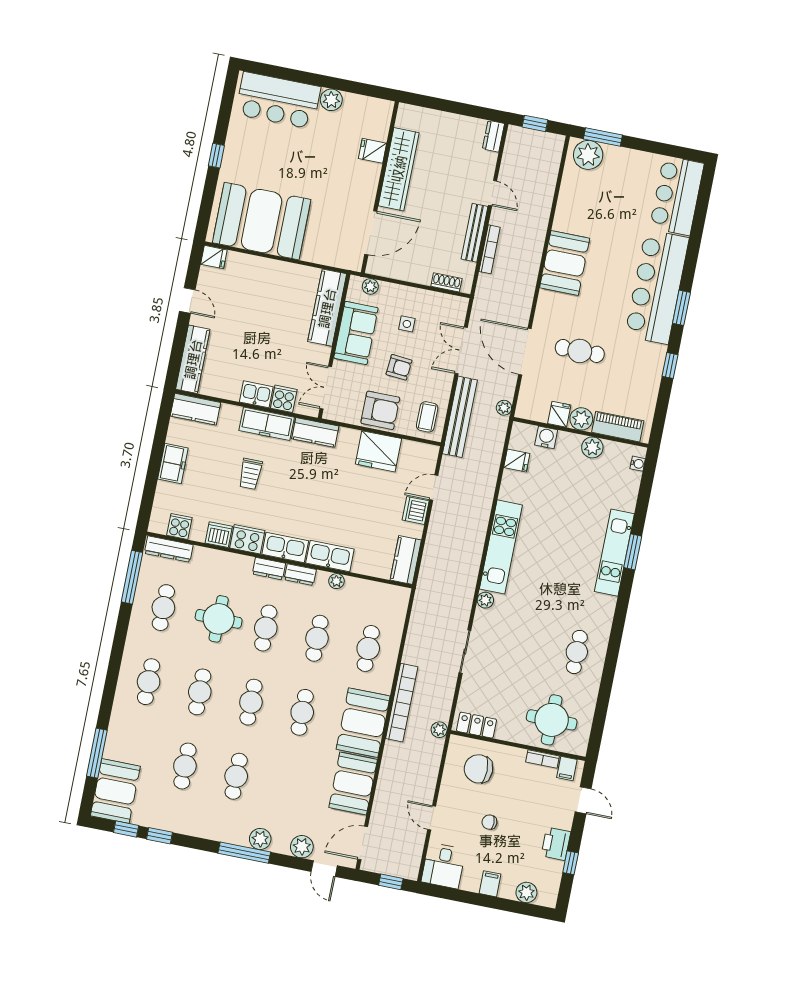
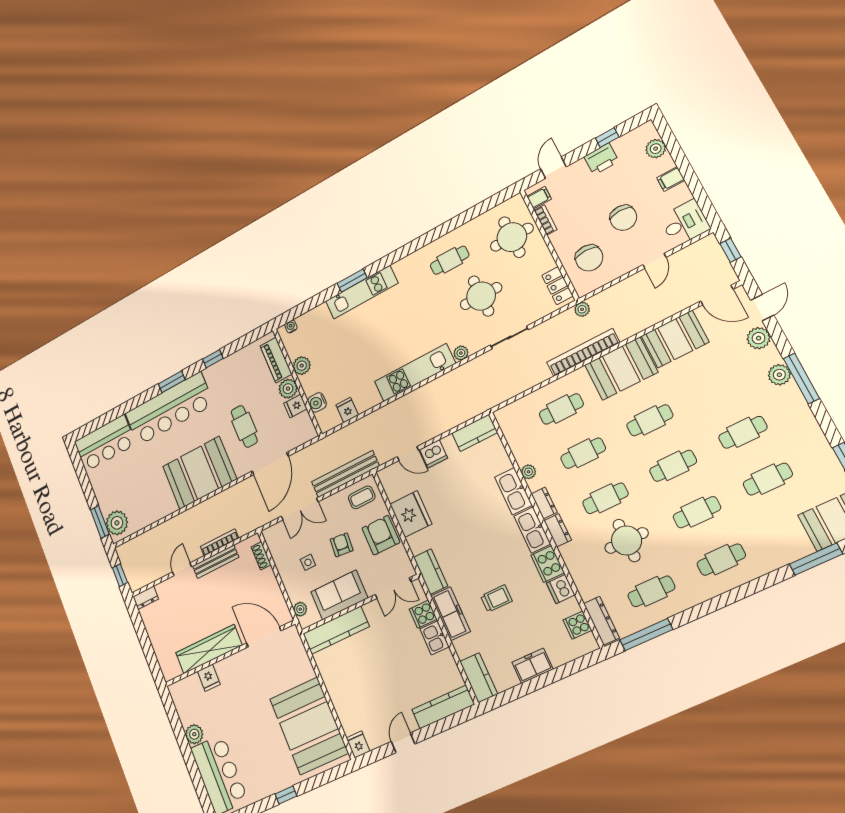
booth: (565, 263) -> (199, 473), width x1.36, depth x1.42
plant: (504, 408) -> (318, 448), removed
round table: (522, 655) -> (481, 296), added
chair: (489, 822) -> (623, 218), width x1.87, depth x1.87

